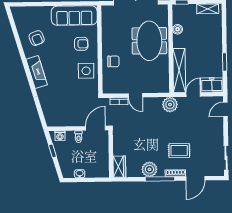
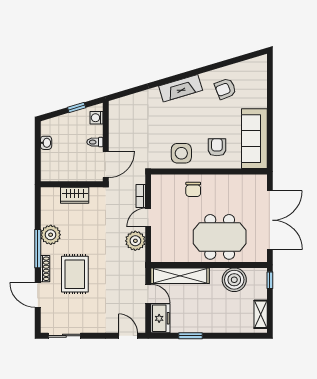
boiler: (177, 29) -> (234, 280), width x1.86, depth x1.86
armchair: (81, 44) -> (217, 147), turned 180
plant: (170, 105) -> (135, 241), moved
door: (95, 128) -> (106, 165), hinge flipped
rug: (179, 150) -> (75, 274), width x1.36, depth x1.43
wardrobe: (119, 167) -> (75, 195), moved

